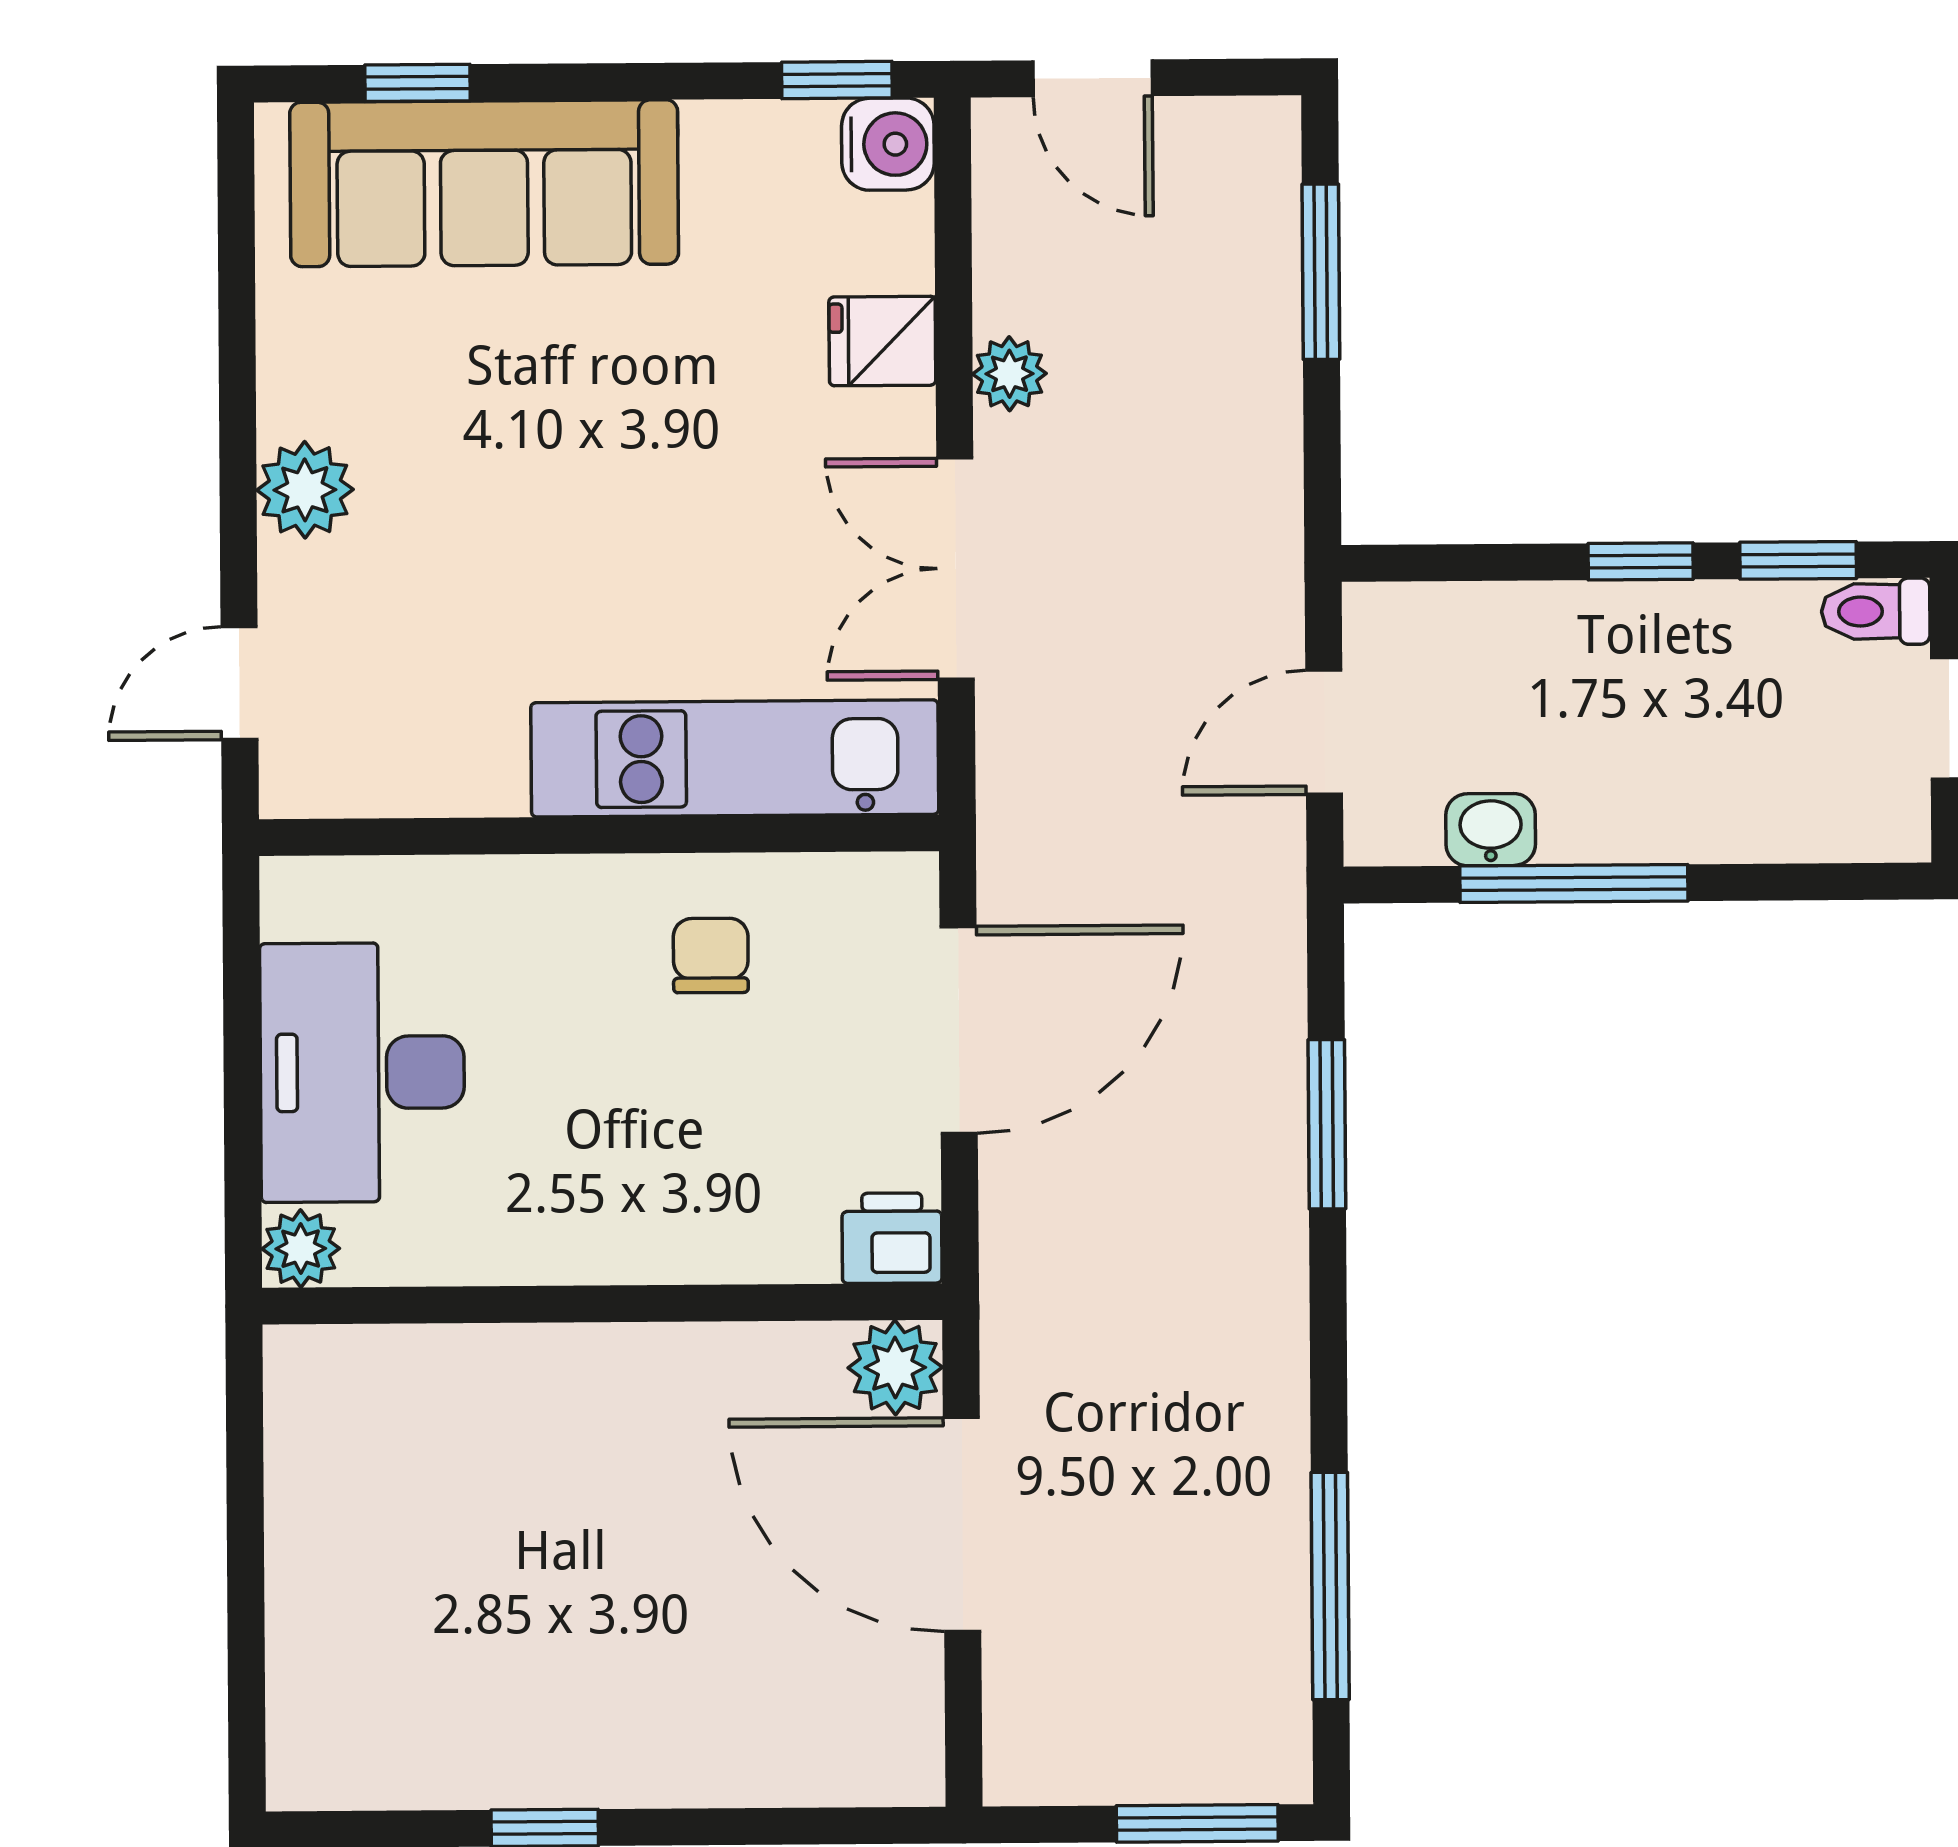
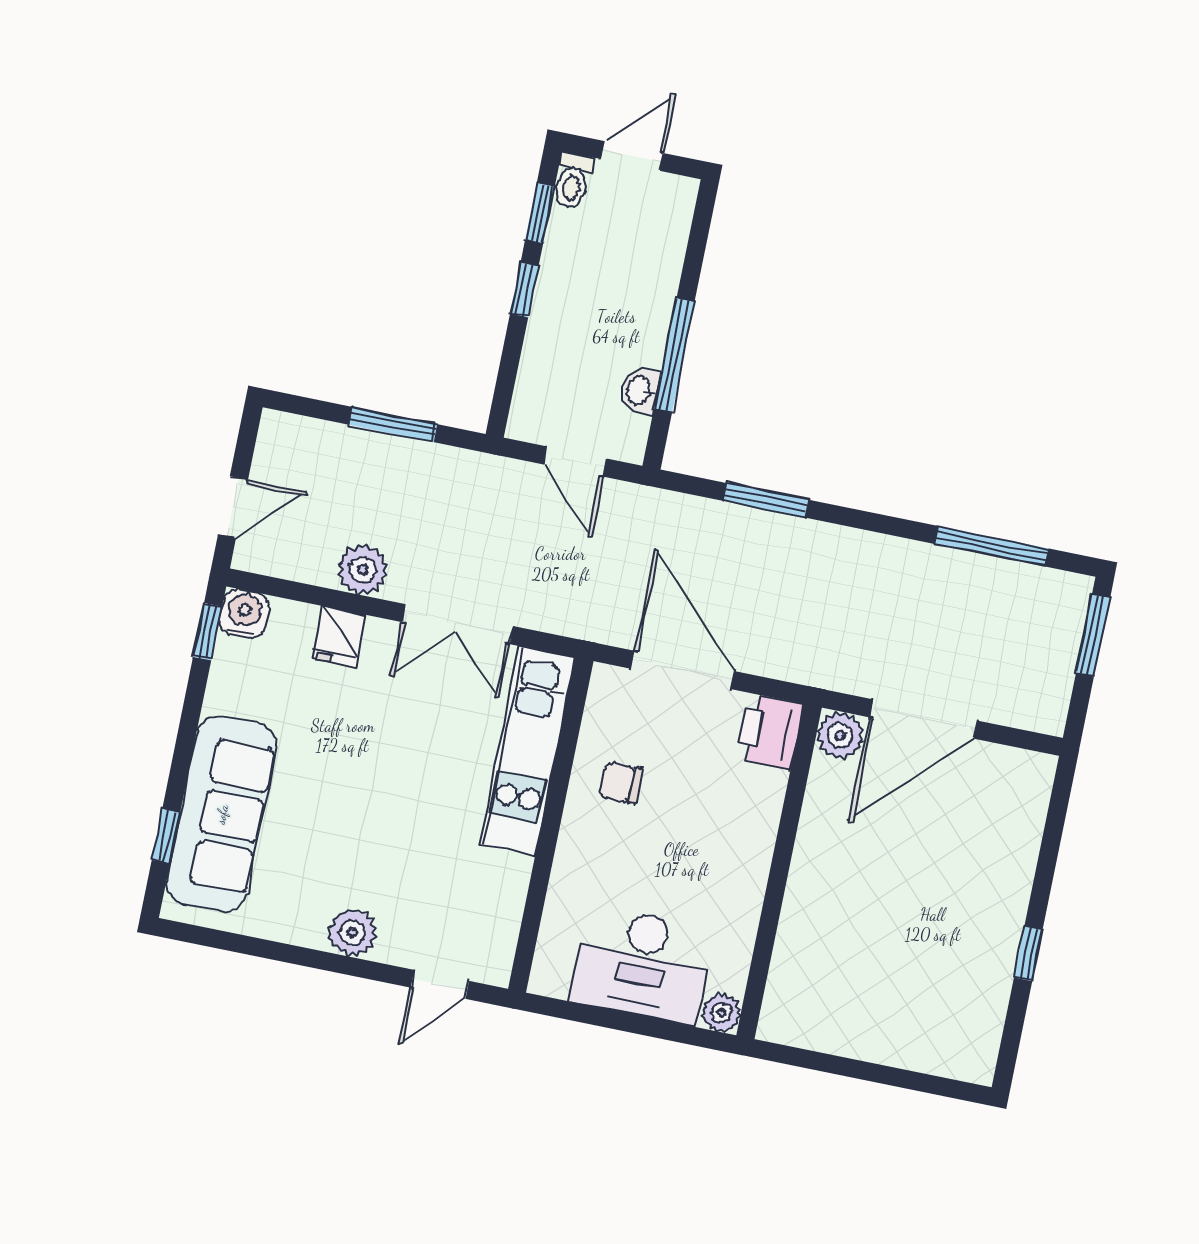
window: (1321, 272) -> (393, 424), moved
plant: (1009, 374) -> (363, 570), width x1.38, depth x1.38
door: (239, 683) -> (440, 984), hinge flipped
printer: (892, 1238) -> (770, 731), width x1.36, depth x1.24

